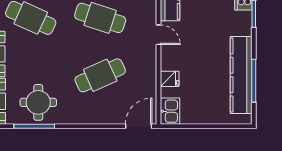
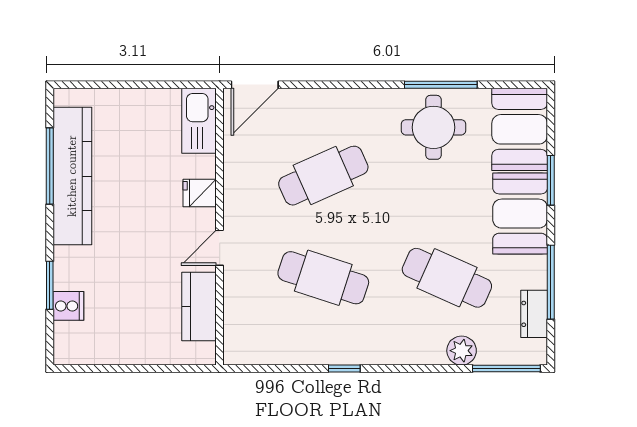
door: (158, 35) -> (220, 248), hinge flipped
fridge: (170, 79) -> (200, 193), moved
kitchen sink: (170, 111) -> (199, 121), width x1.38

